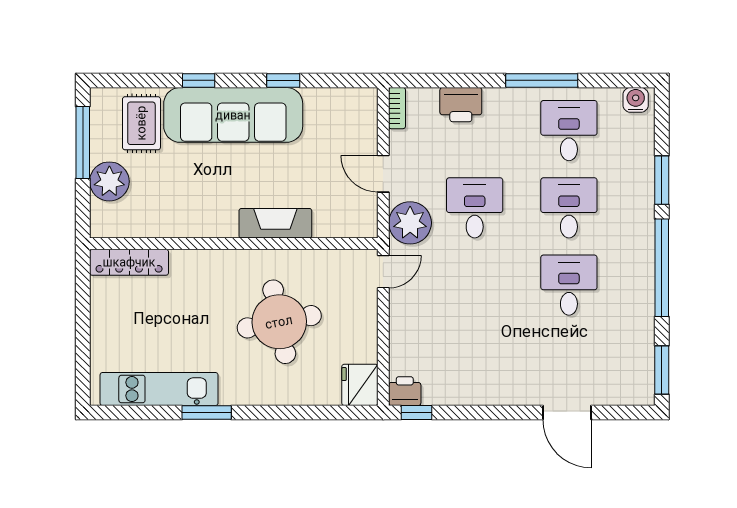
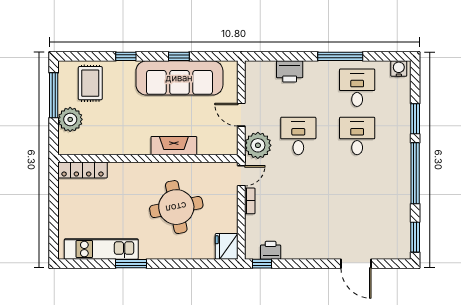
bookcase: (397, 108) -> (250, 201), moved
sofa: (233, 115) -> (179, 78), moved
desk: (569, 285) -> (357, 184), removed
printer: (405, 391) -> (271, 250), moved

